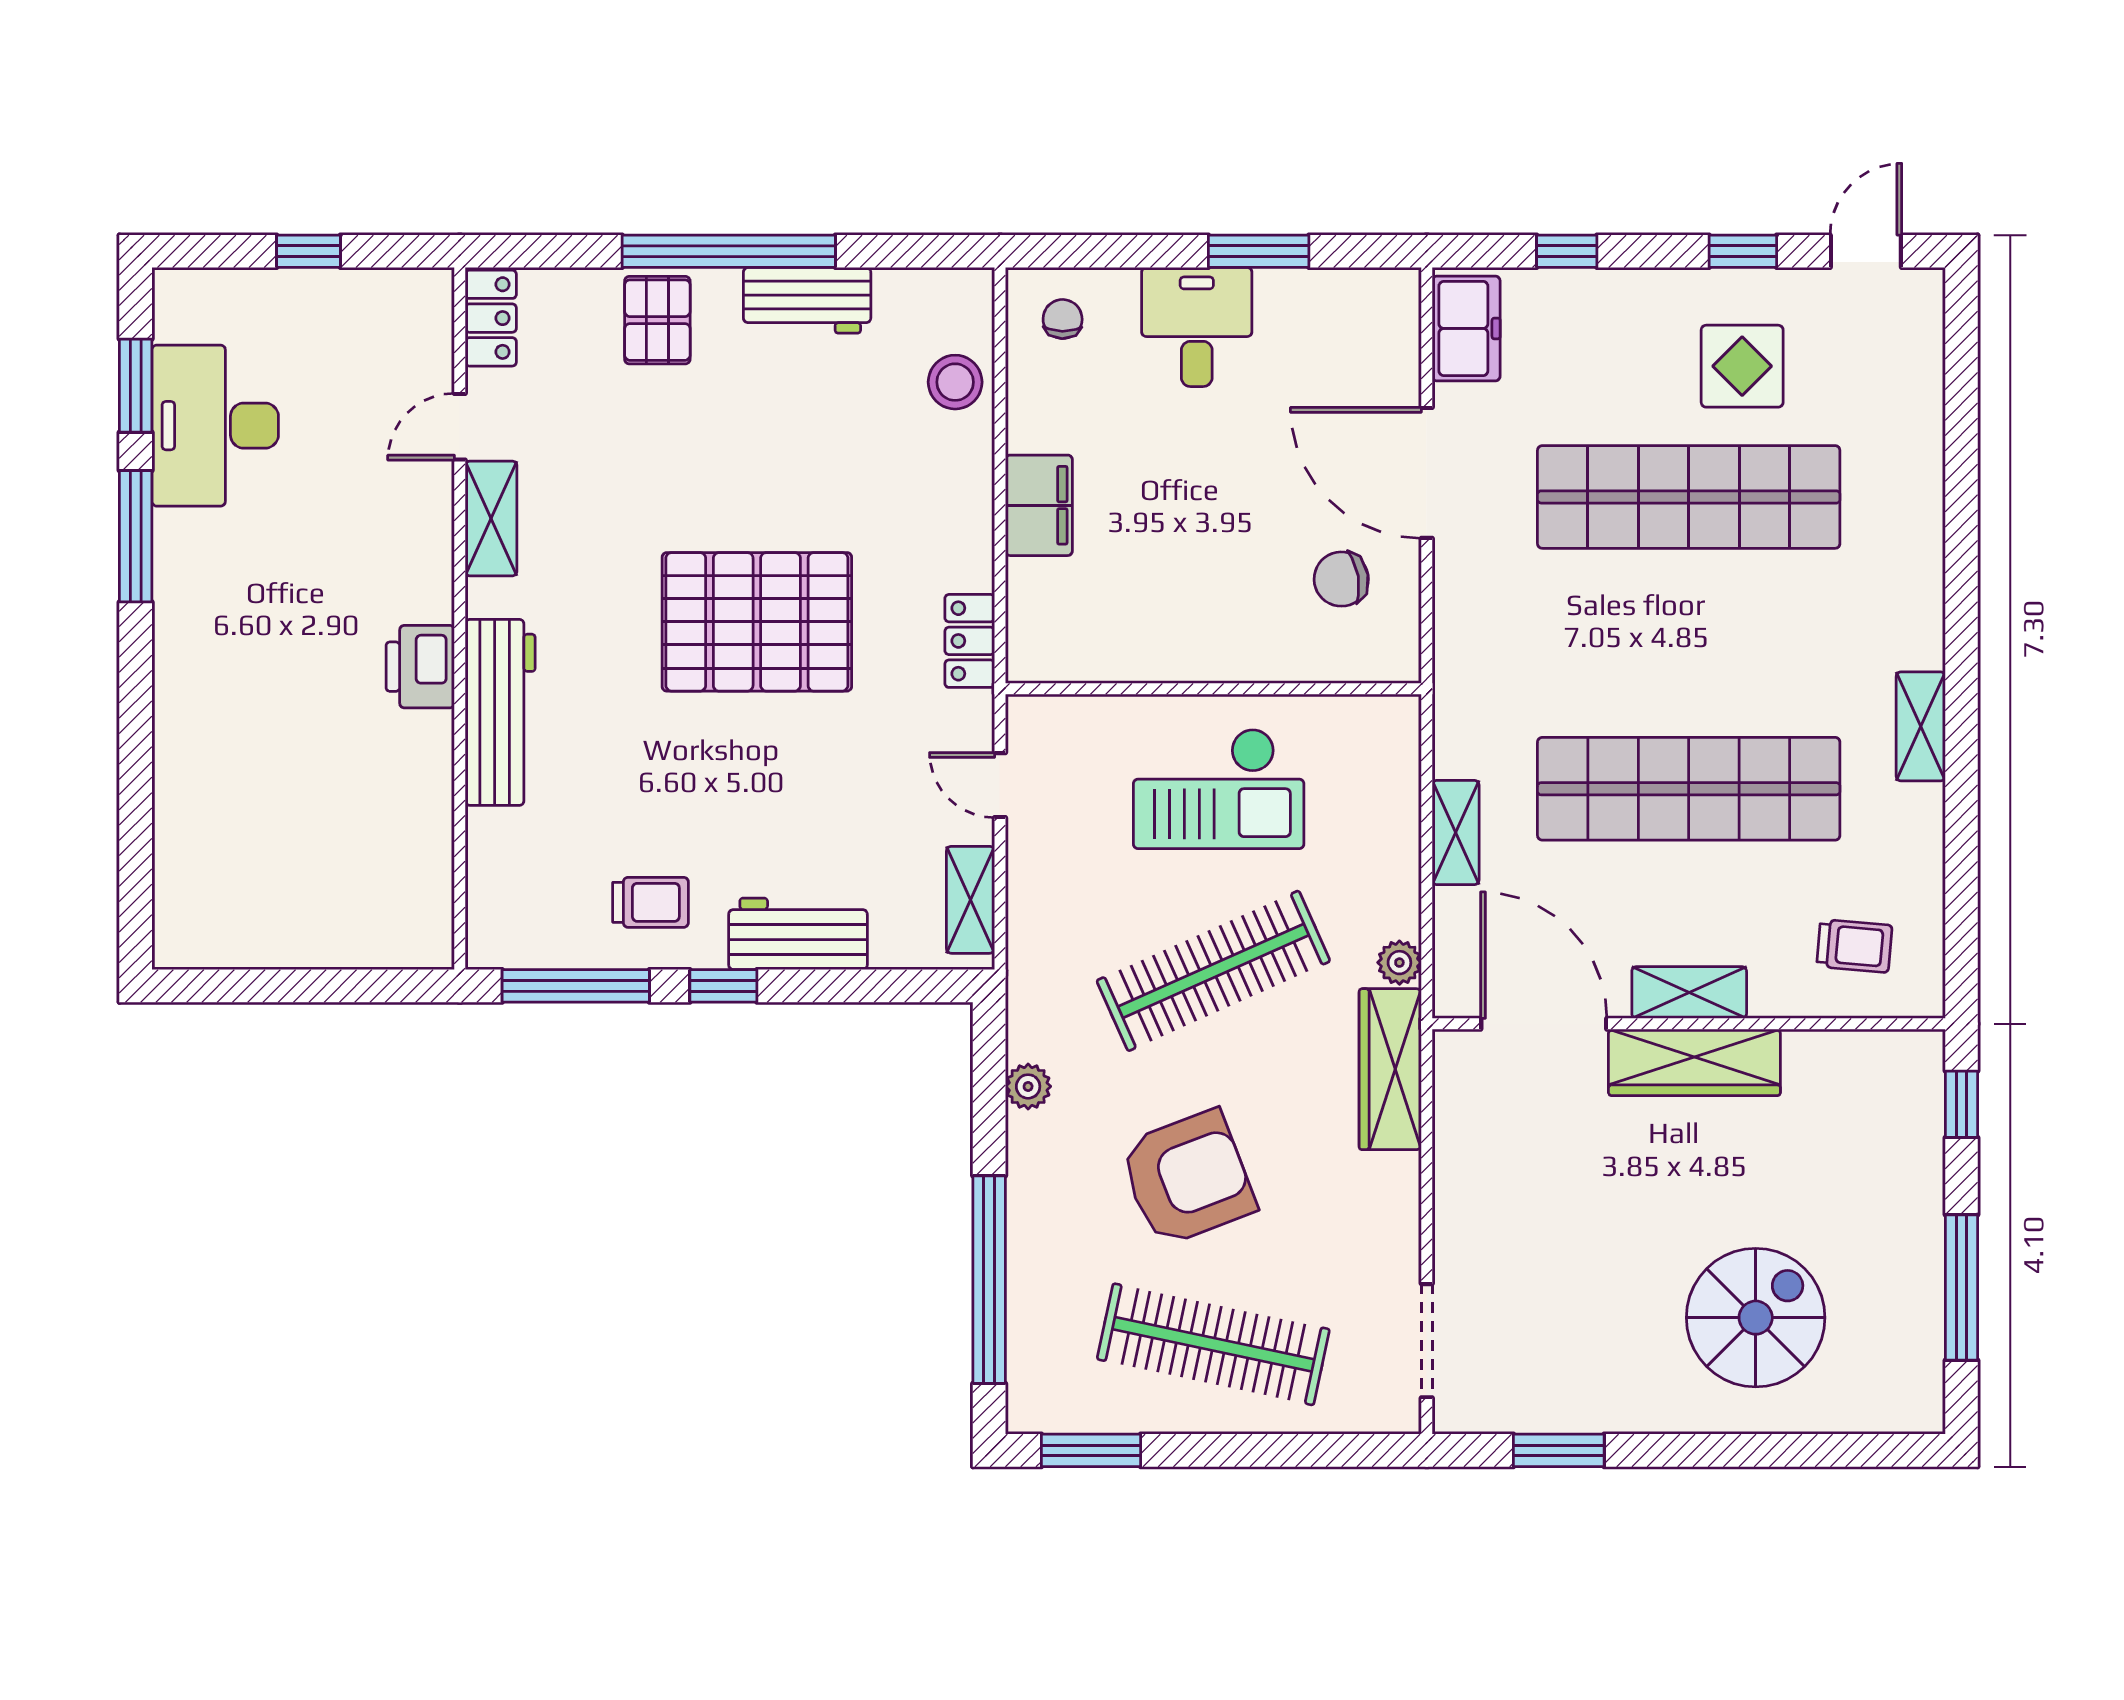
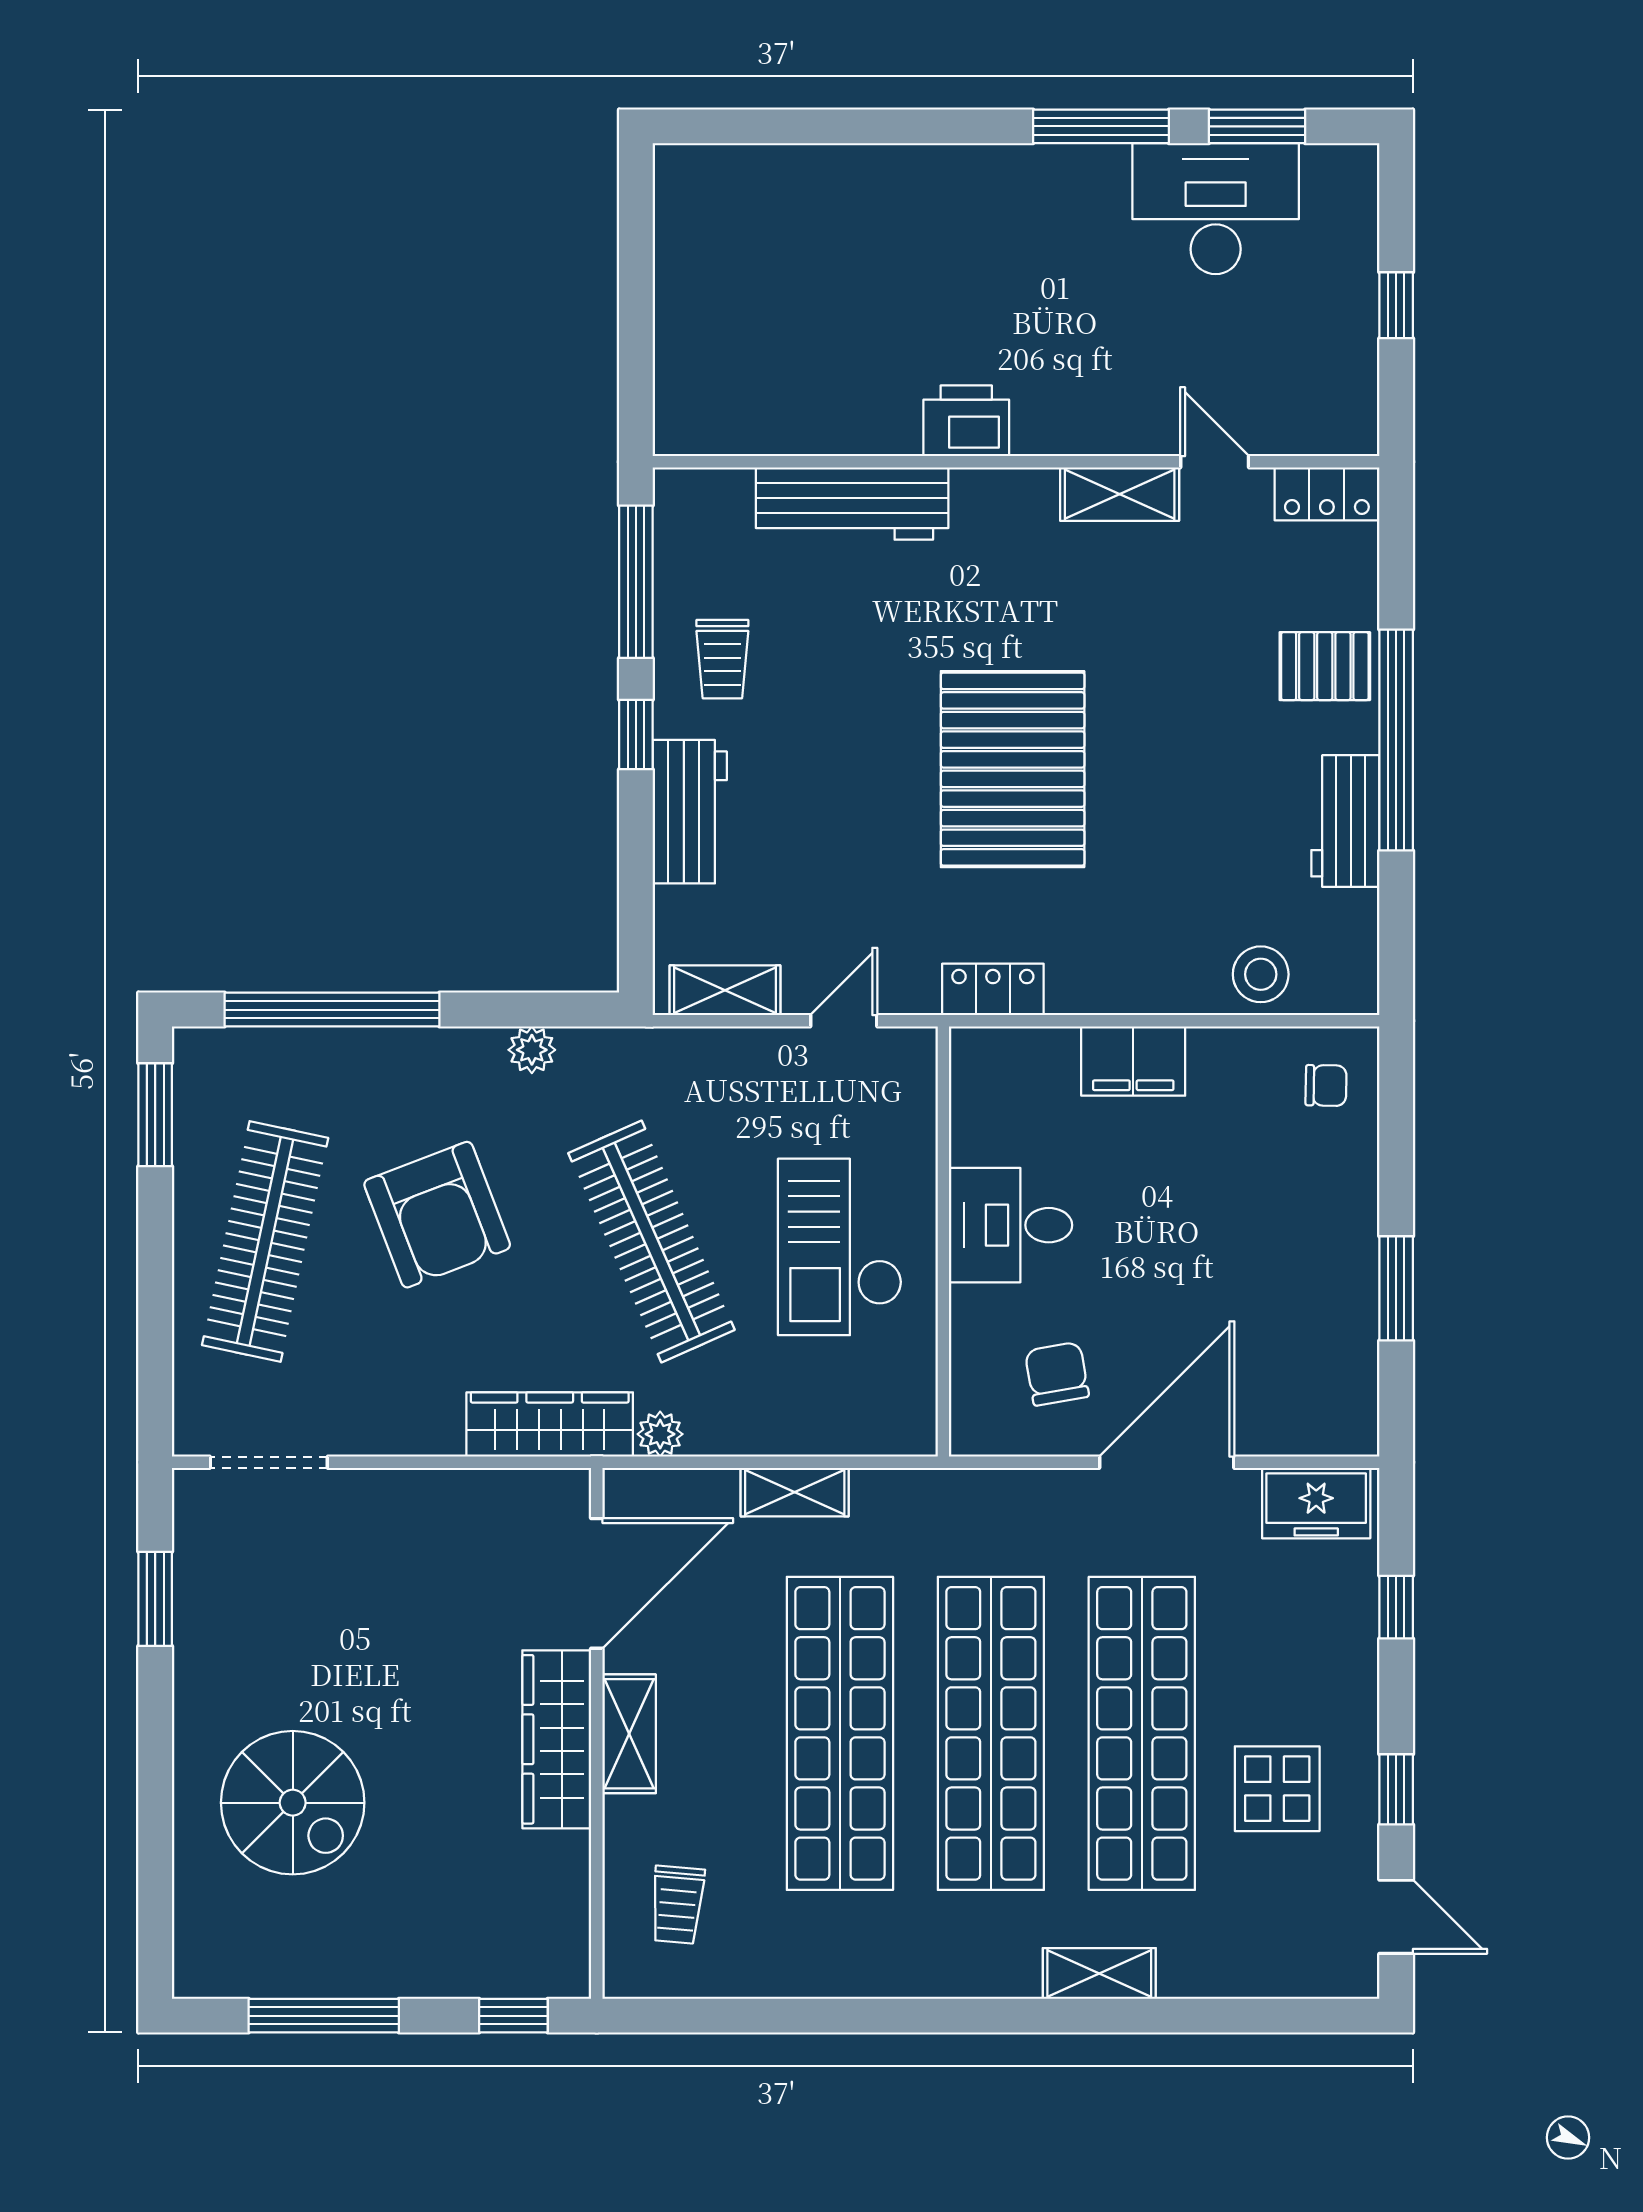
desk: (1197, 327) -> (1011, 1225), moved, turned 180
shop shelf: (1689, 643) -> (991, 1733), added
workbench: (500, 712) -> (852, 504), moved
shelving: (1921, 726) -> (1099, 1973), moved

